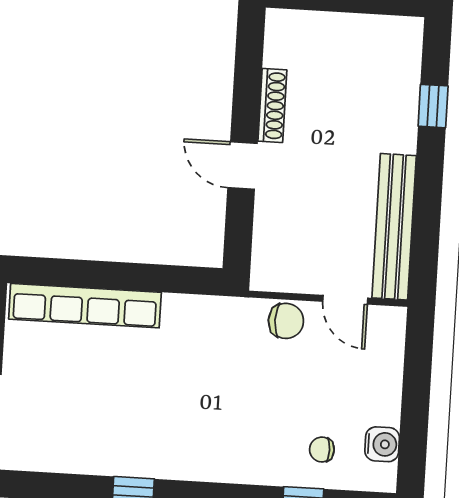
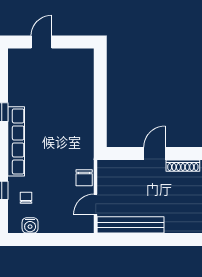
window: (433, 106) -> (187, 240), removed
row of seats: (85, 306) -> (16, 141), moved, turned 180

